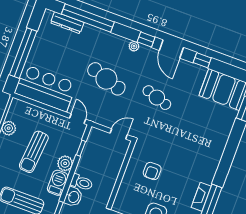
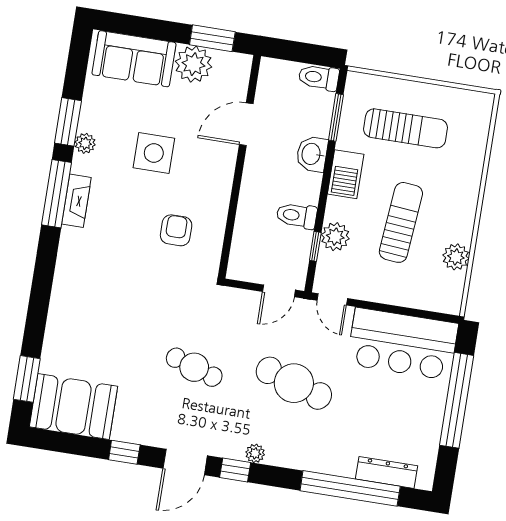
door: (171, 49) -> (185, 462), swing flipped
door: (119, 134) -> (279, 291), moved
plant: (65, 163) -> (335, 237), moved
toilet: (82, 182) -> (297, 216), moved

